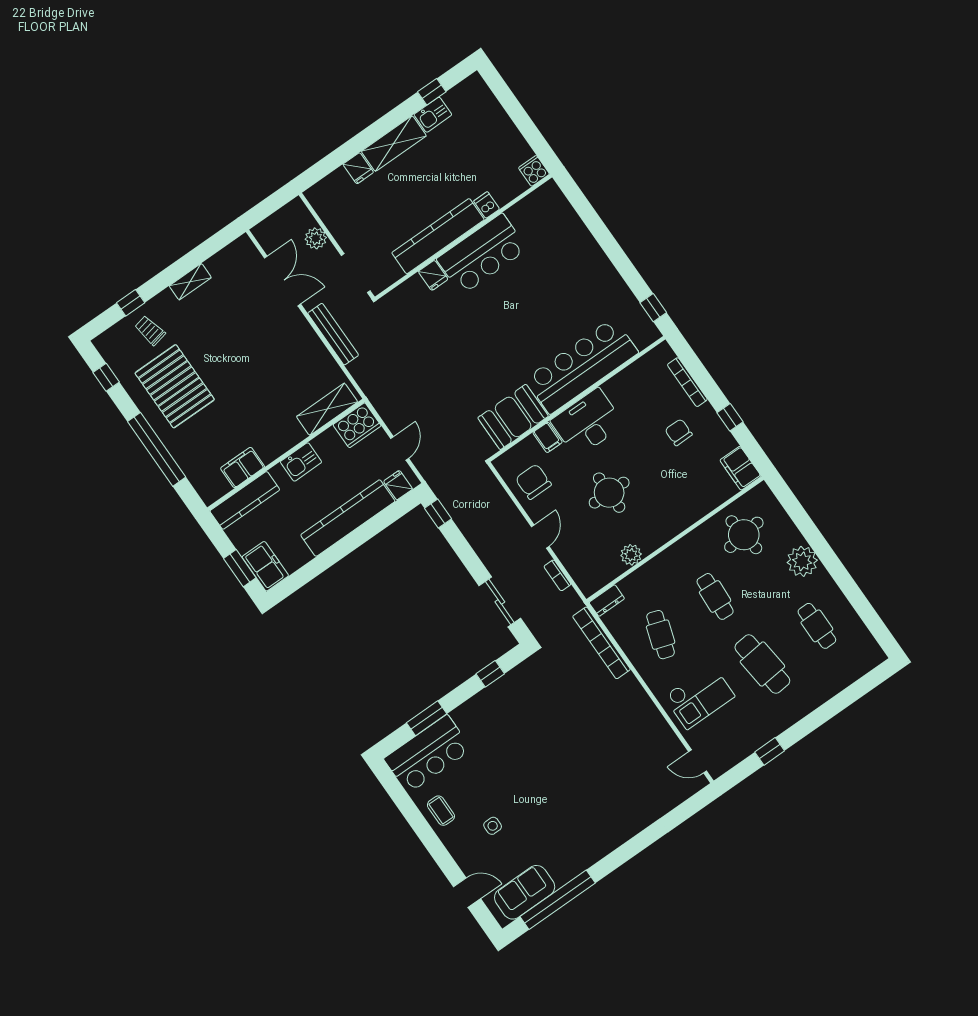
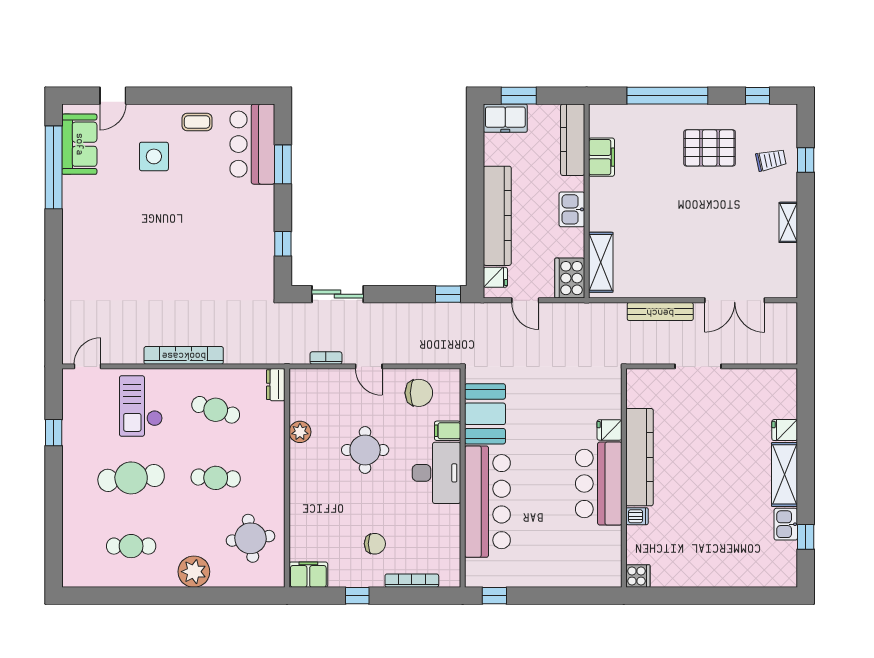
cooker: (534, 171) -> (638, 576), moved
dishwasher: (487, 205) -> (637, 516), moved
kitchen counter: (438, 236) -> (640, 457), moved
wall: (463, 237) -> (624, 478), moved
plant: (316, 238) -> (751, 353), removed
bar counter: (482, 254) -> (599, 484), moved
fridge: (433, 275) -> (609, 430), moved
pallet: (175, 386) -> (710, 148), width x0.73, depth x0.71
bookcase: (601, 643) -> (184, 355), moved
side table: (493, 826) -> (154, 156), width x1.87, depth x1.87

